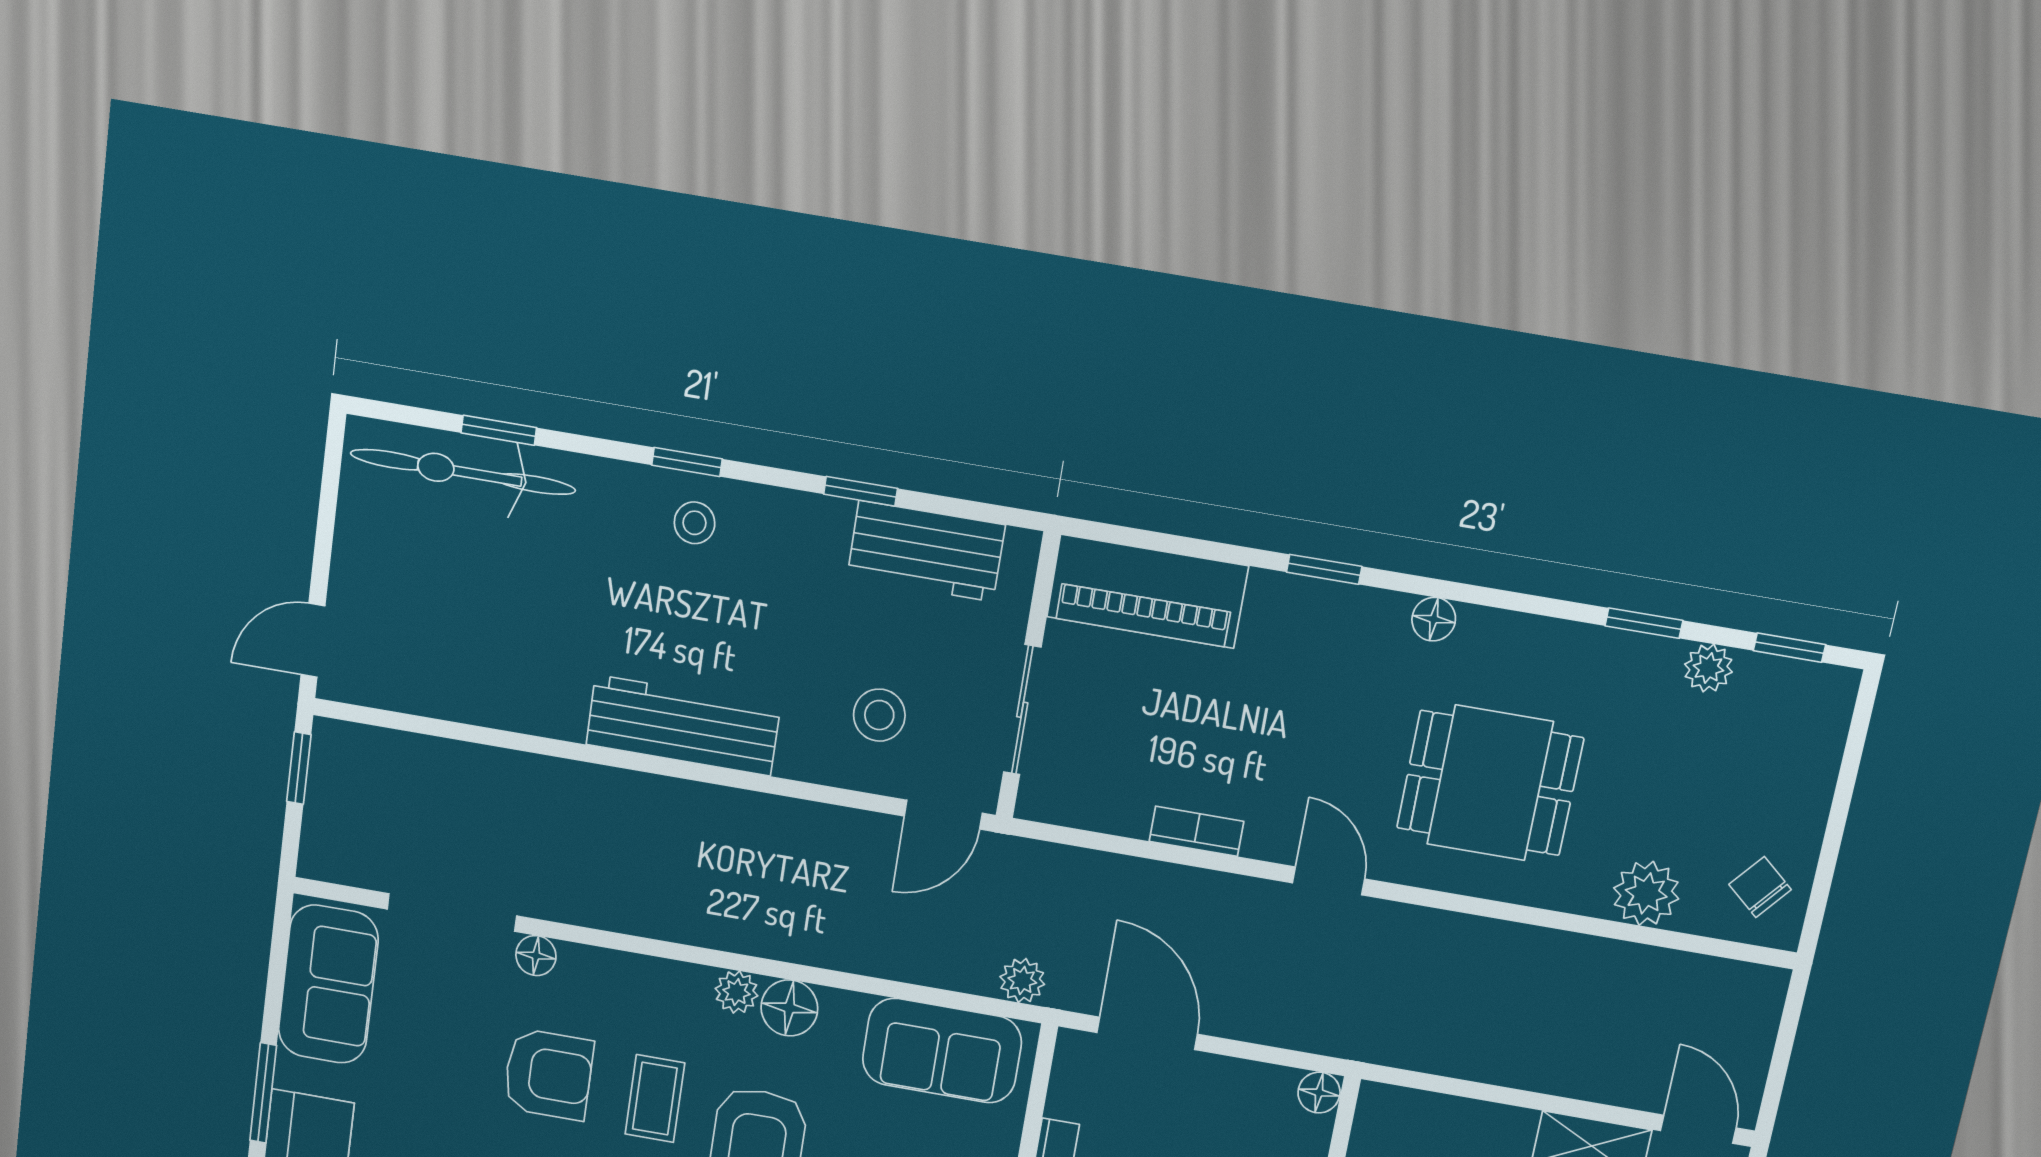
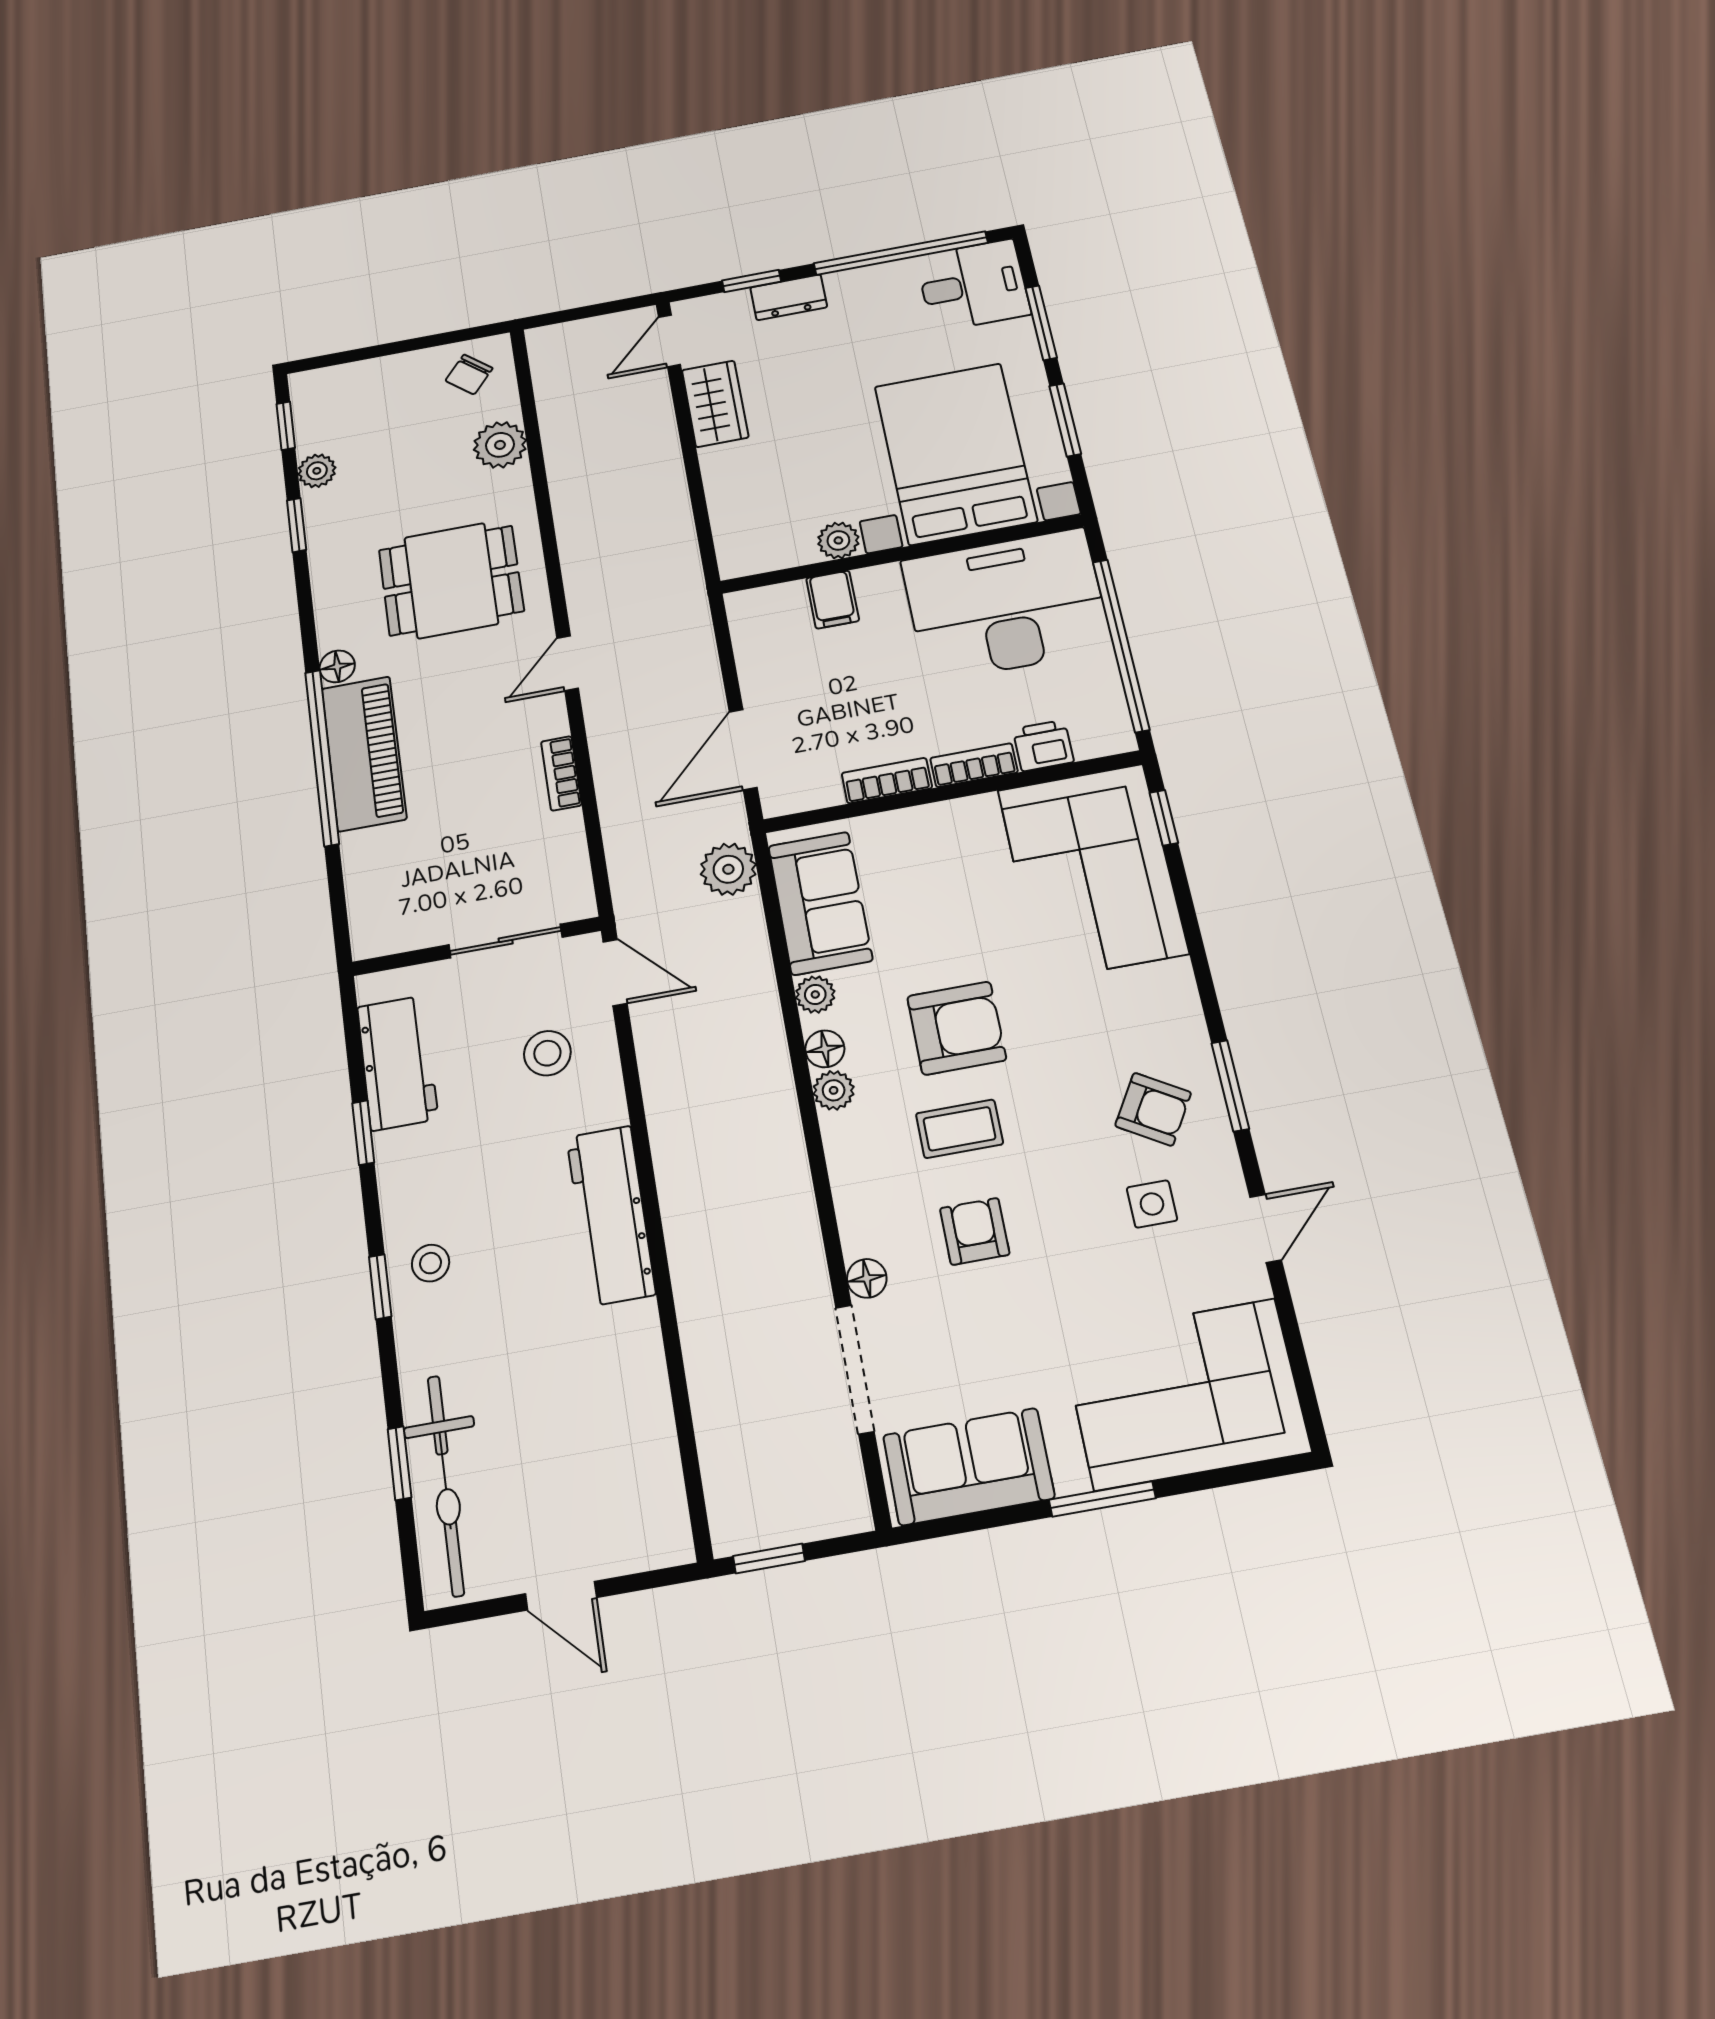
window: (1324, 569) -> (322, 757), width x3.17
piano: (1147, 591) -> (364, 753), moved
door: (313, 640) -> (561, 1596), moved
dining table: (1490, 783) -> (451, 581), turned 90
plant: (1022, 980) -> (728, 869), width x1.38, depth x1.38
floor lamp: (789, 1008) -> (825, 1049), width x0.73, depth x0.73
plant: (844, 1010) -> (815, 995), added
armchair: (548, 1074) -> (975, 1231), width x0.72, depth x0.72
floor lamp: (1319, 1093) -> (743, 606), removed

